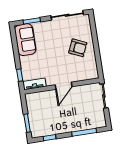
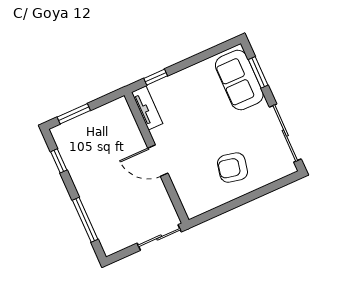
sofa: (25, 40) -> (239, 80), moved, turned 90
armchair: (78, 48) -> (233, 168), turned 78

